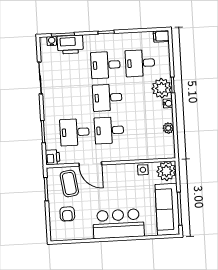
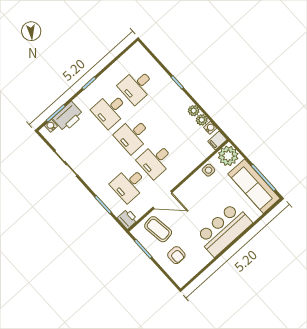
filing cabinet: (161, 36) -> (217, 140), moved
plant: (162, 88) -> (194, 111), moved, width x0.53, depth x0.53
water cooler: (168, 103) -> (210, 128), moved

